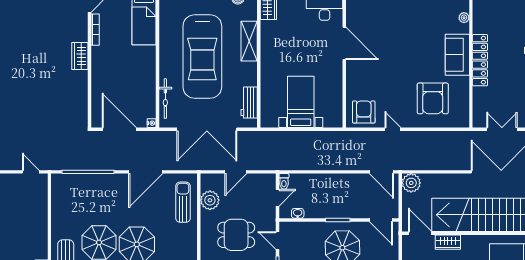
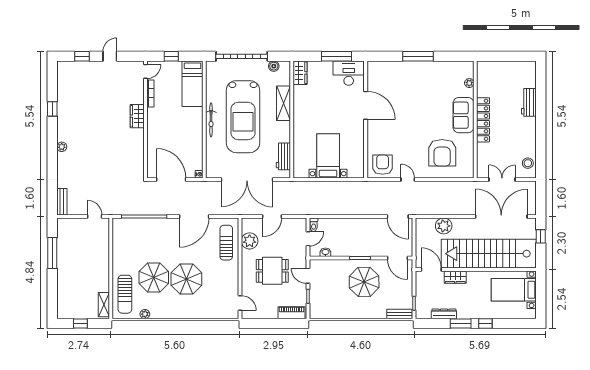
bicycle: (165, 99) -> (211, 120), moved
plant: (411, 183) -> (444, 226), moved

